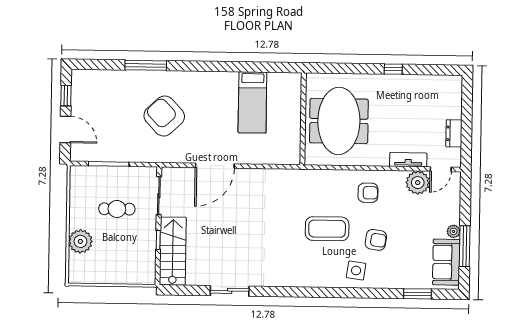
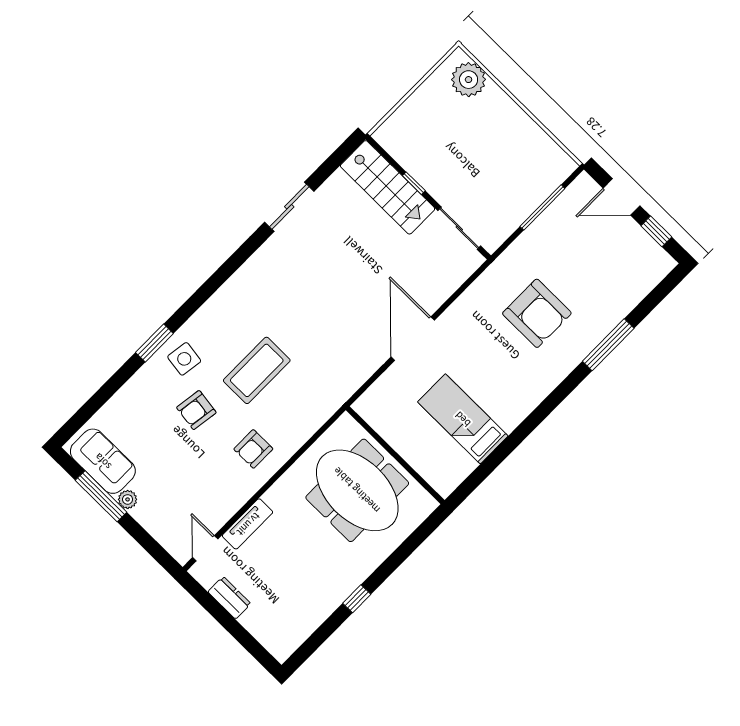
armchair: (164, 116) -> (537, 313), turned 43
door: (215, 166) -> (413, 339), moved
plant: (418, 183) -> (214, 511), removed
cafe table: (117, 209) -> (487, 171), removed
plant: (80, 241) -> (469, 80), moved
window: (418, 294) -> (154, 343), moved

